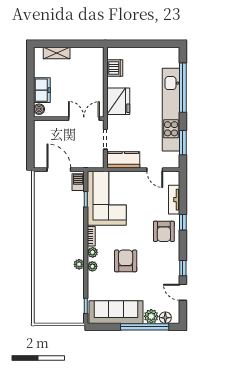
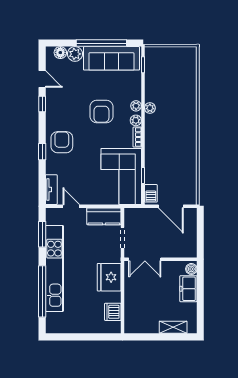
tv unit: (174, 200) -> (51, 190), moved
window: (145, 327) -> (101, 43), moved

